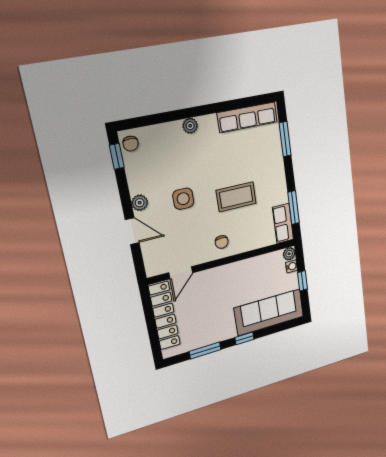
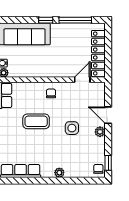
window: (205, 351) -> (75, 20), width x1.44

